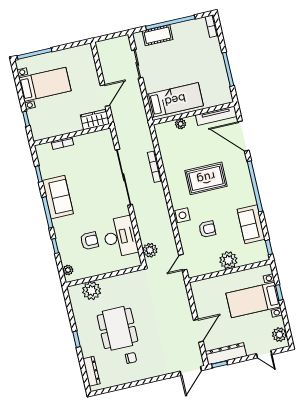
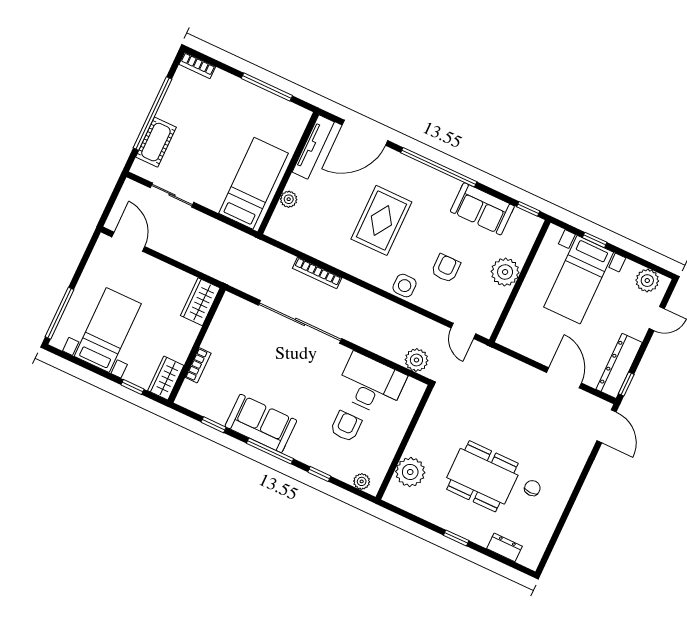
door: (105, 96) -> (128, 242), moved
wardrobe: (43, 132) -> (166, 378), added
dresser: (91, 371) -> (504, 547), width x0.70

